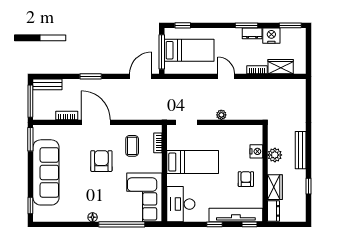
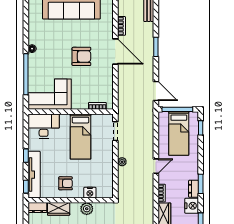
door: (96, 122) -> (115, 52), hinge flipped
coffee table: (132, 146) -> (95, 83), removed

